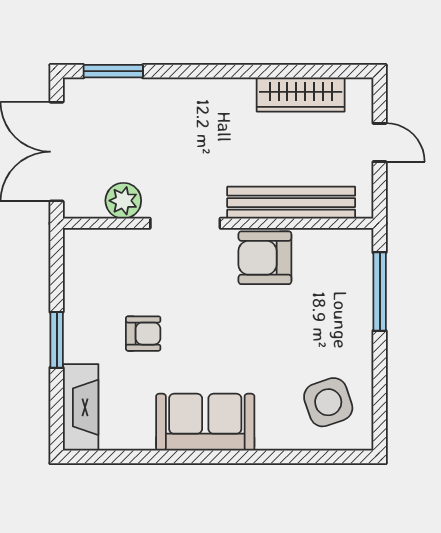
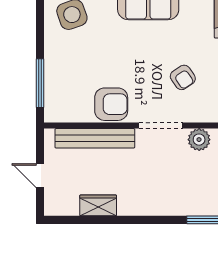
wardrobe: (301, 95) -> (98, 205), width x0.67
armchair: (143, 334) -> (183, 77), moved, turned -124

